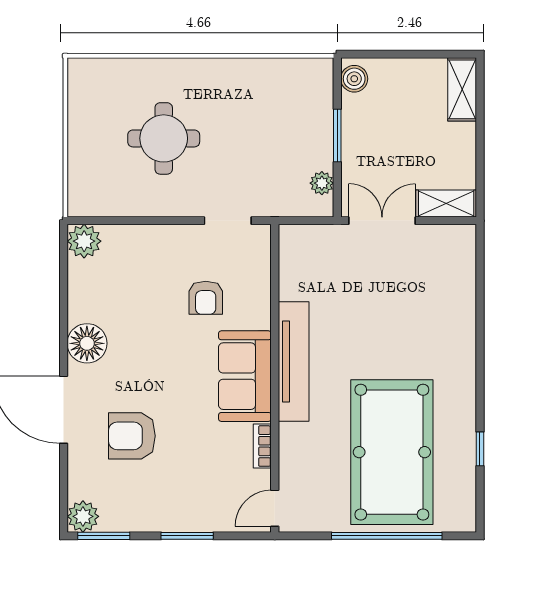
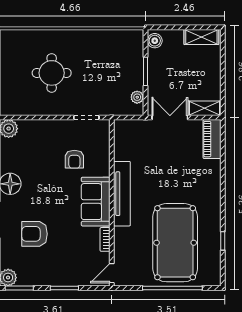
shelving: (462, 89) -> (201, 37), moved, turned 90
piano: (460, 261) -> (212, 139), added

